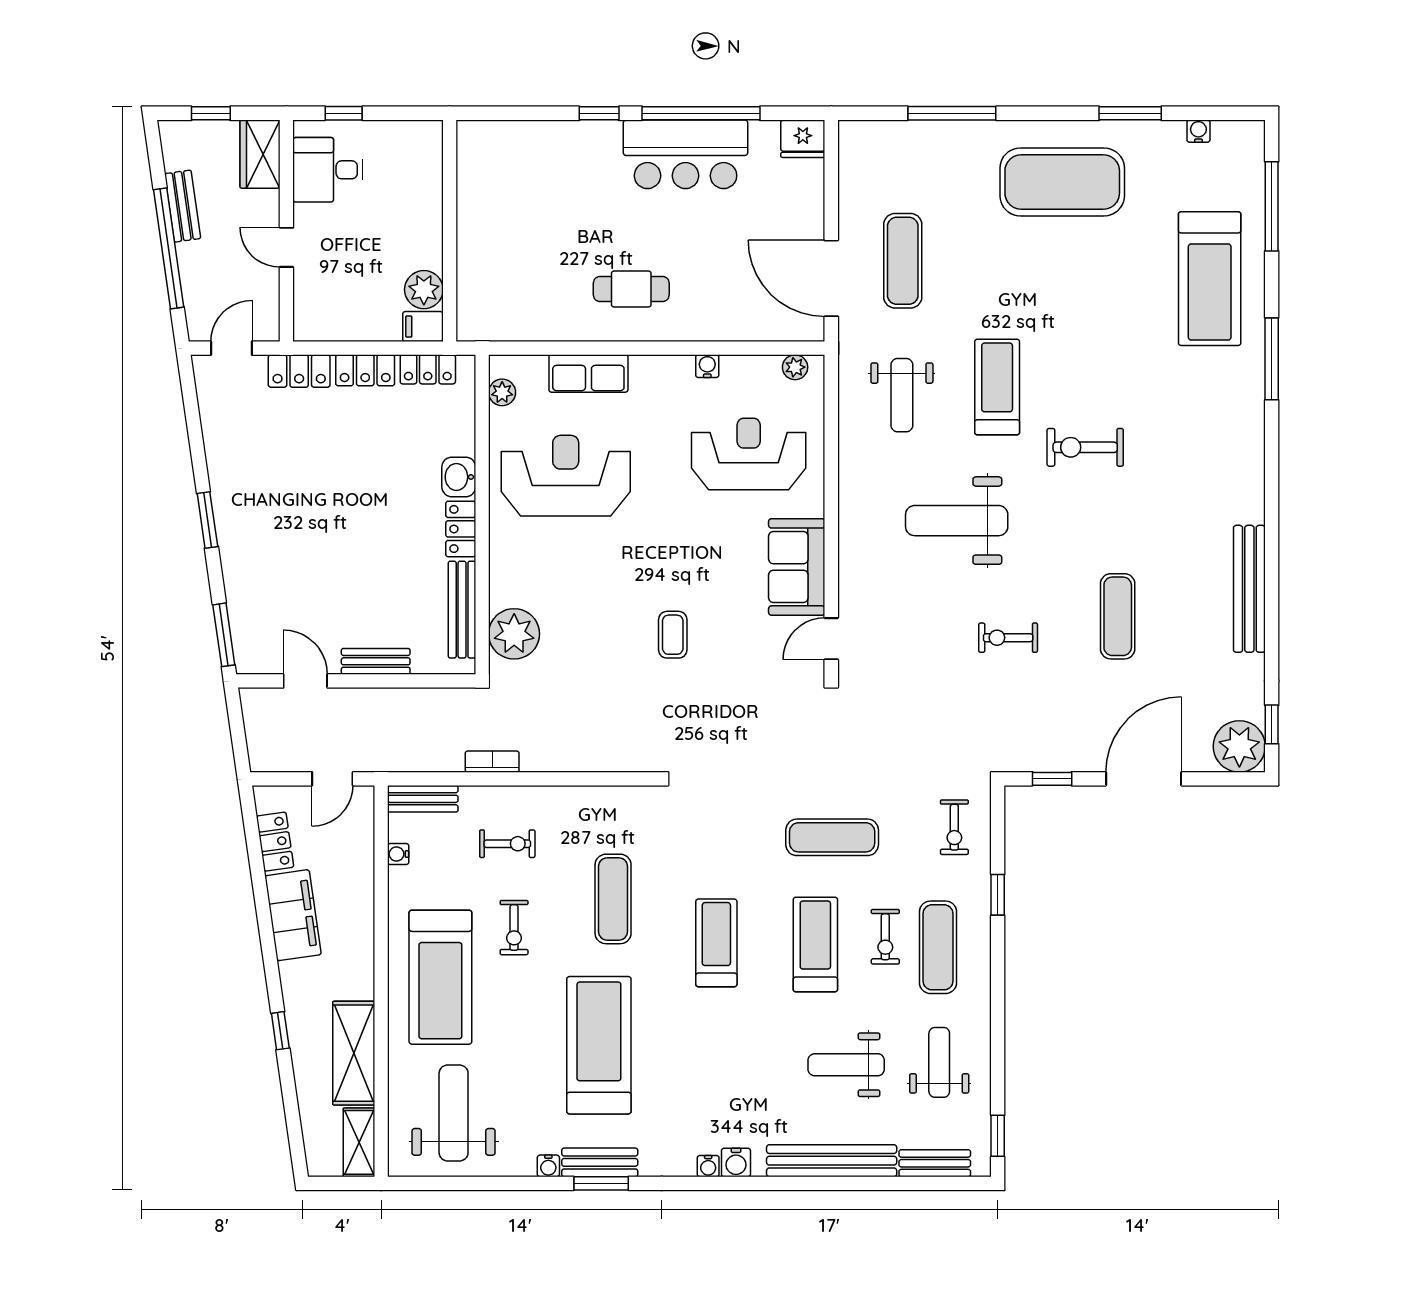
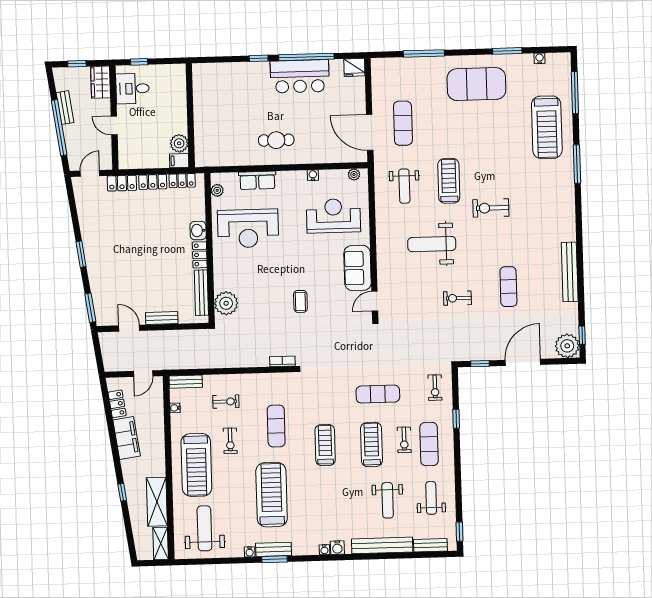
reception desk: (566, 476) -> (248, 228), turned 180
bookcase: (492, 762) -> (282, 361), moved
weight bench: (846, 1065) -> (388, 500), turned -90

